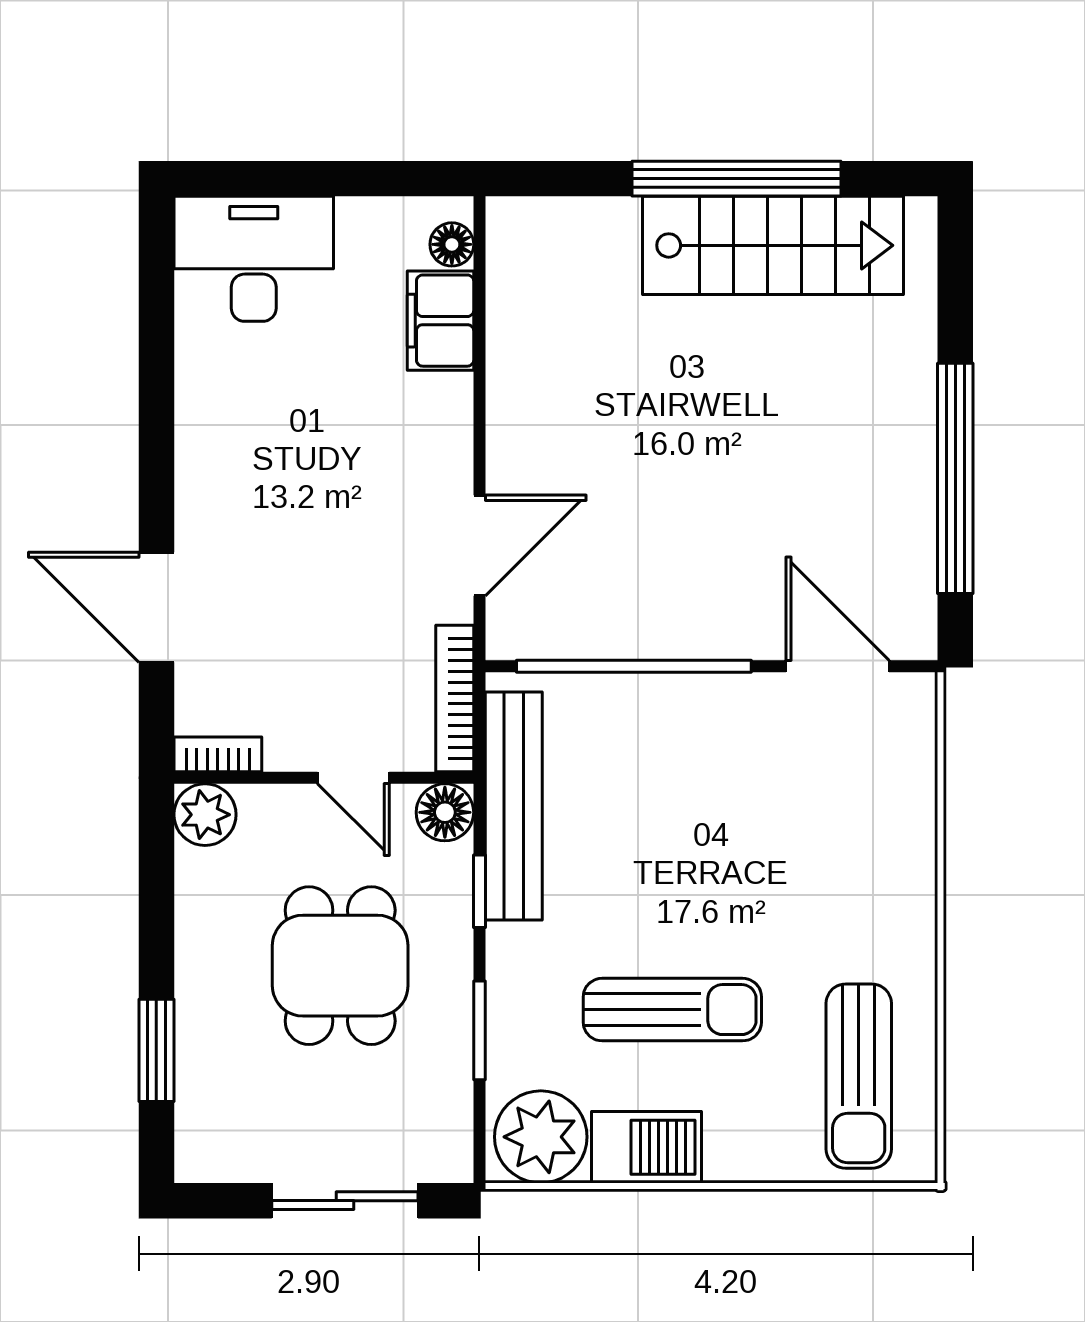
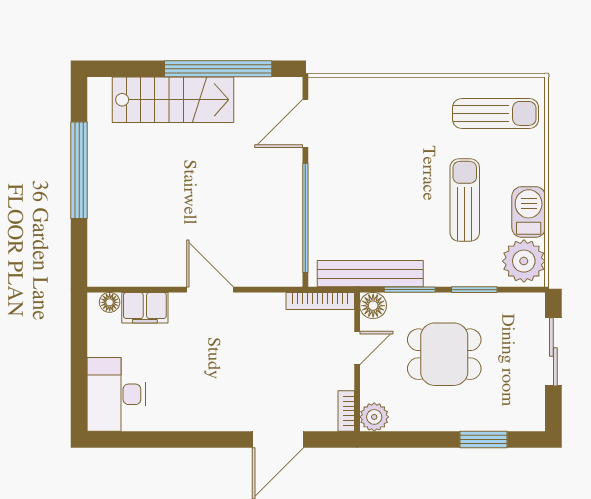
stairs: (773, 245) -> (173, 100), moved, turned 90
door: (479, 545) -> (210, 290), moved
window: (479, 891) -> (410, 290), width x1.50

